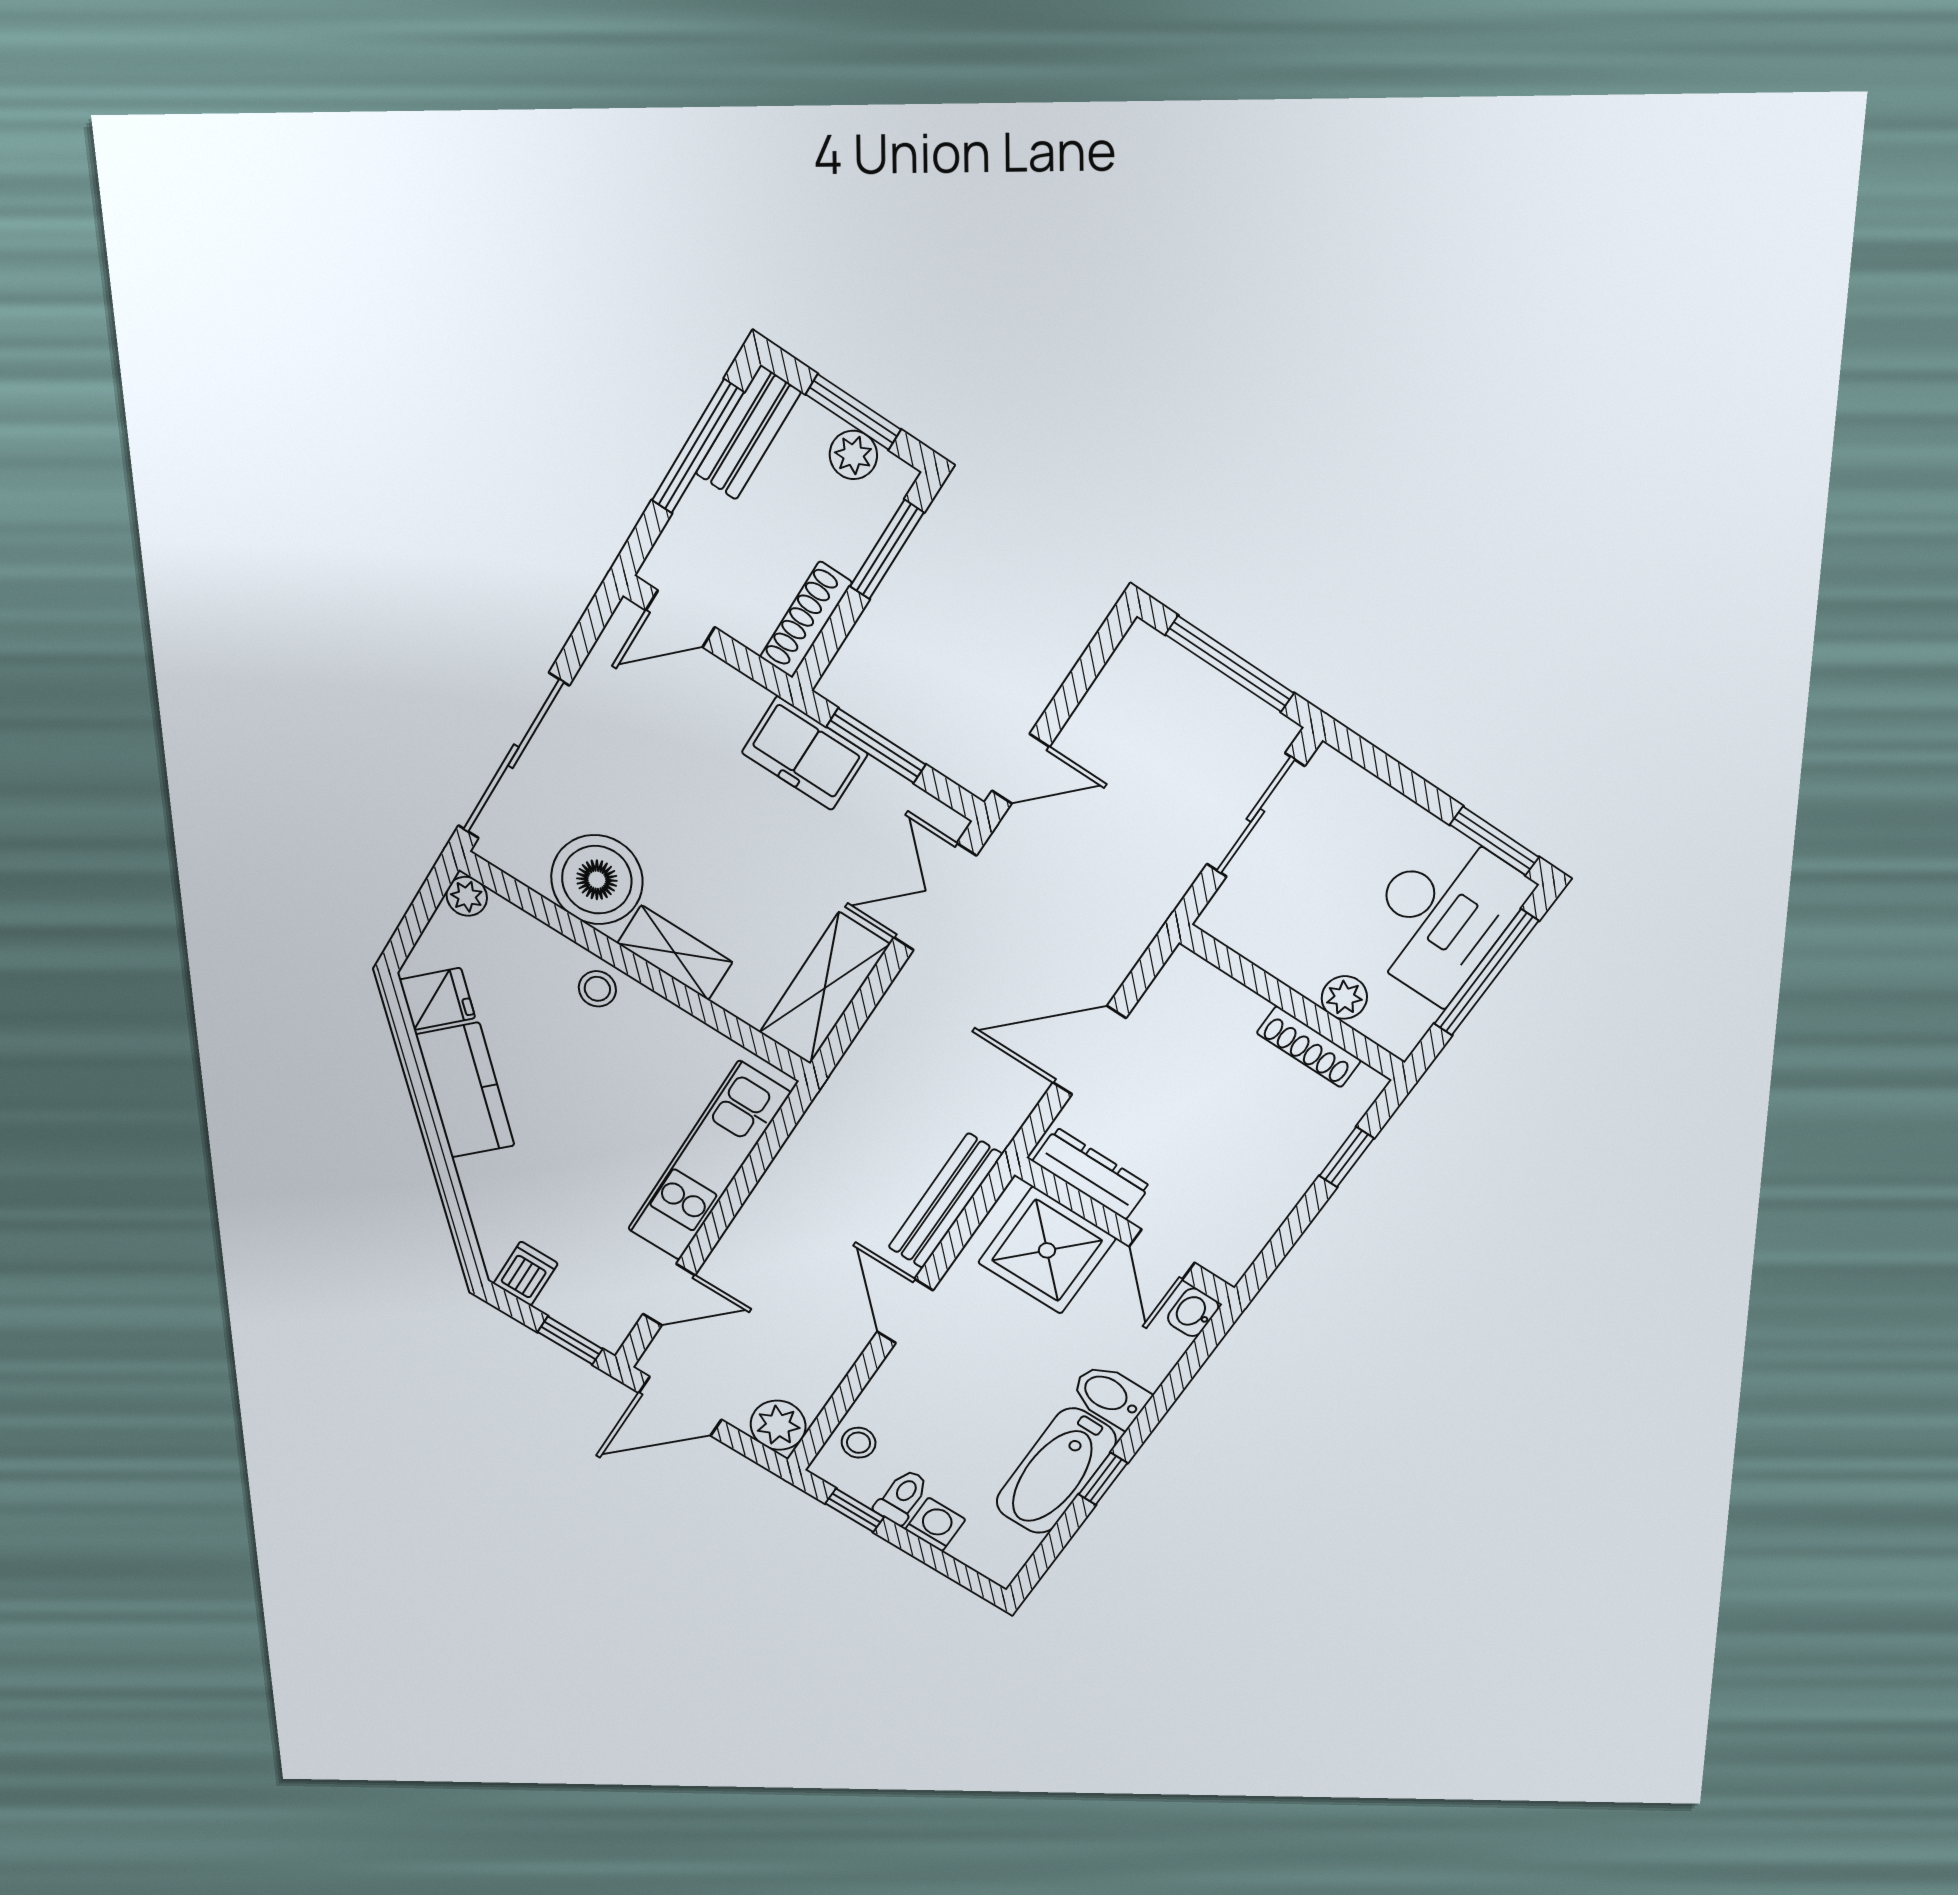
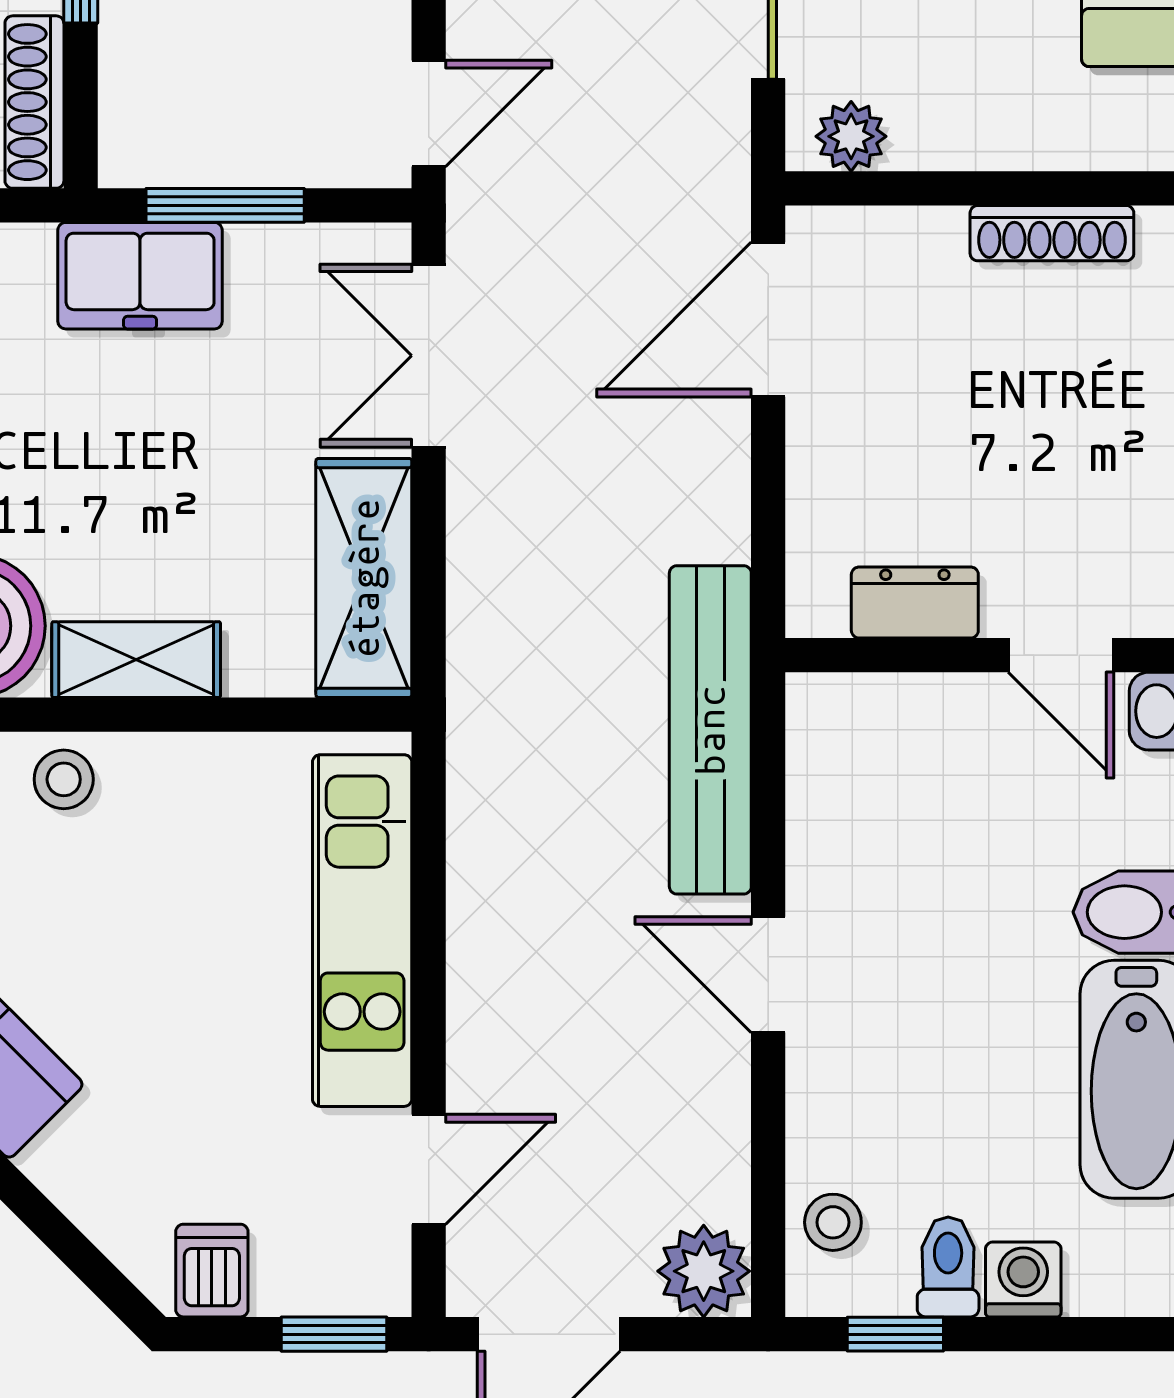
plant: (1344, 997) -> (851, 136), moved
door: (1089, 1050) -> (768, 320), moved
dresser: (1091, 1174) -> (915, 603), width x0.70
bench: (945, 1201) -> (710, 730), width x1.37, depth x1.21
shower: (1047, 1250) -> (902, 754), removed

